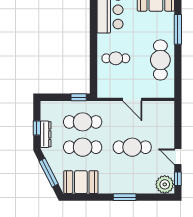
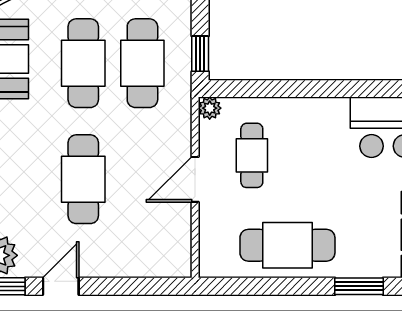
window: (178, 29) -> (359, 286), width x0.69
cafe table: (116, 58) -> (252, 155), moved
plant: (102, 93) -> (210, 108), added

